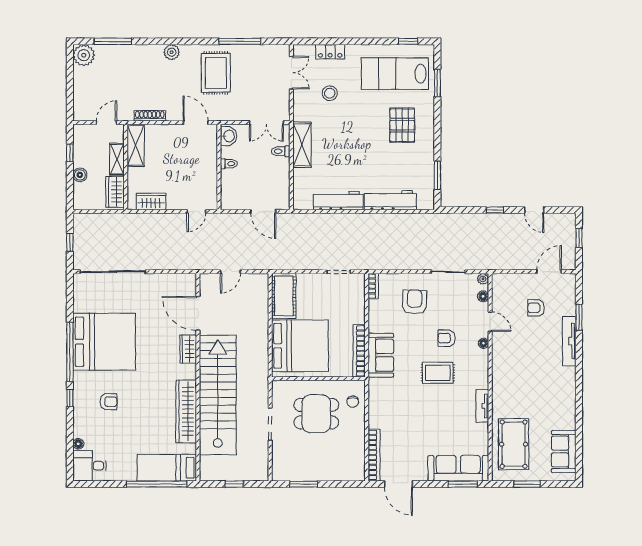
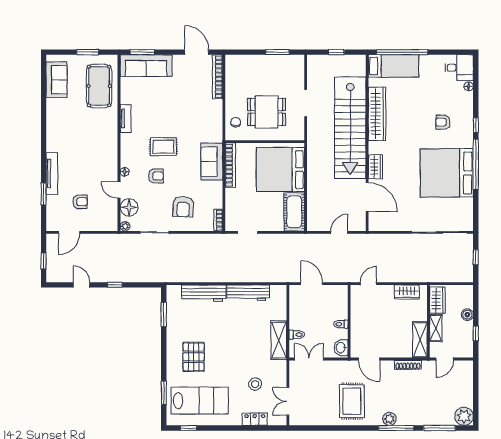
window: (240, 41) -> (396, 428), moved
floor lamp: (483, 296) -> (129, 207), width x1.89, depth x1.89

